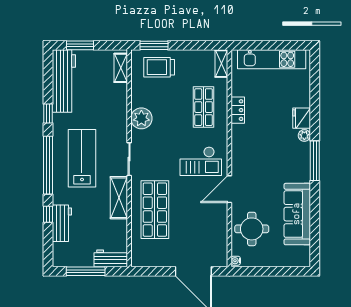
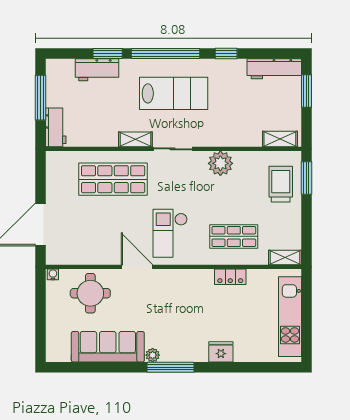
workbench: (64, 81) -> (274, 69), width x0.73, depth x0.76
plant: (304, 135) -> (153, 355), moved
shelving: (119, 198) -> (135, 139), width x0.67, depth x0.75
window: (48, 214) -> (108, 54), width x1.50

